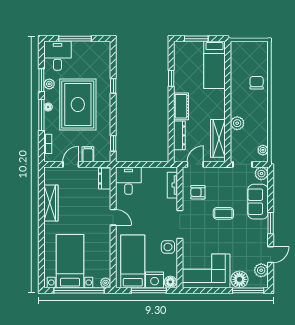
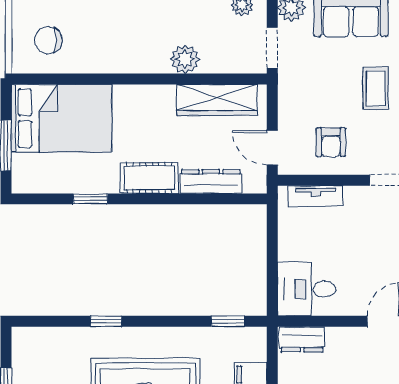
bed: (215, 65) -> (62, 118), width x1.50
chair: (257, 83) -> (48, 40), moved

